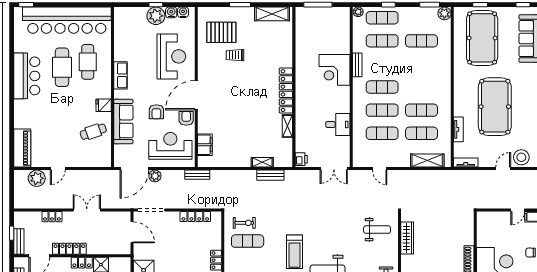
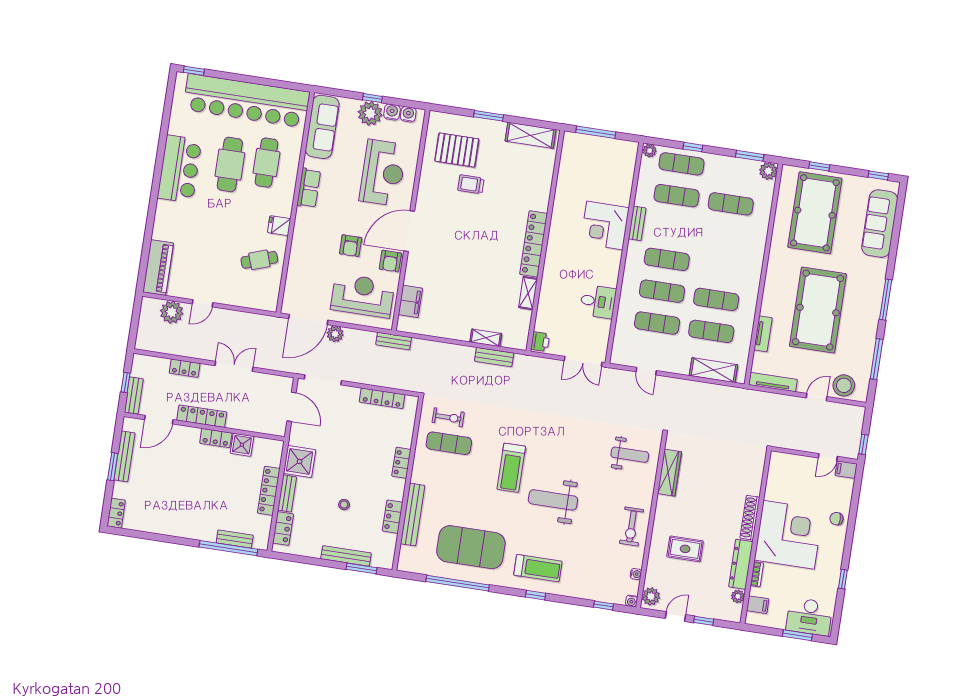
armchair: (186, 118) -> (390, 261), turned 180
sofa: (123, 122) -> (322, 127), moved
tv unit: (466, 163) -> (773, 382), width x1.41

